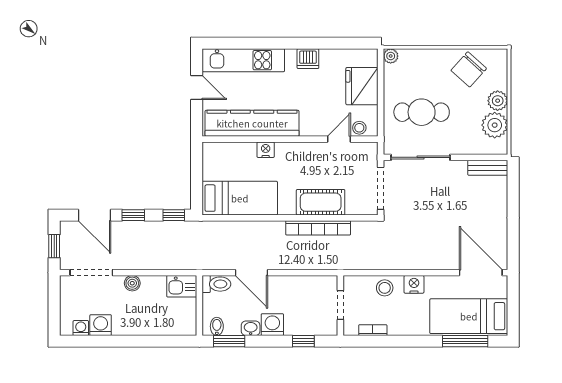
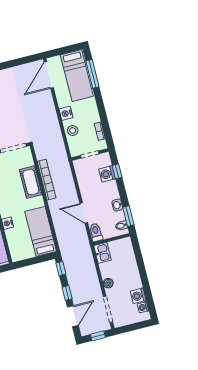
door: (251, 273) -> (84, 213), swing flipped
washing machine: (272, 325) -> (107, 174), moved

